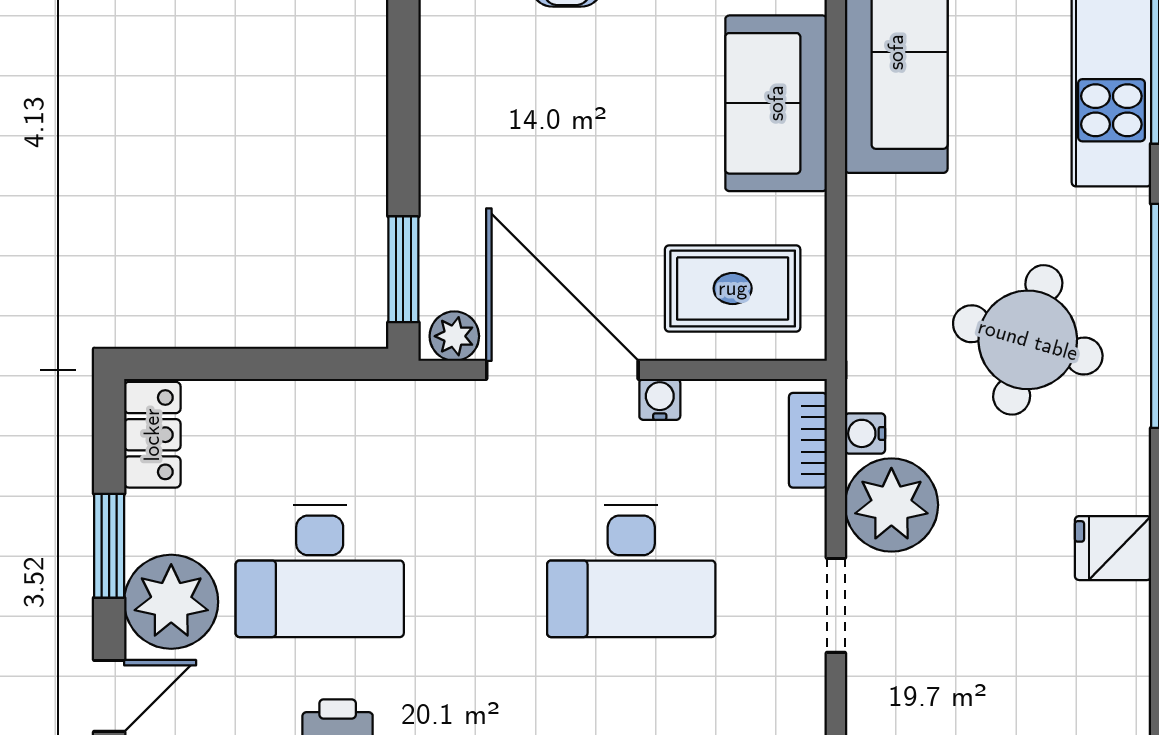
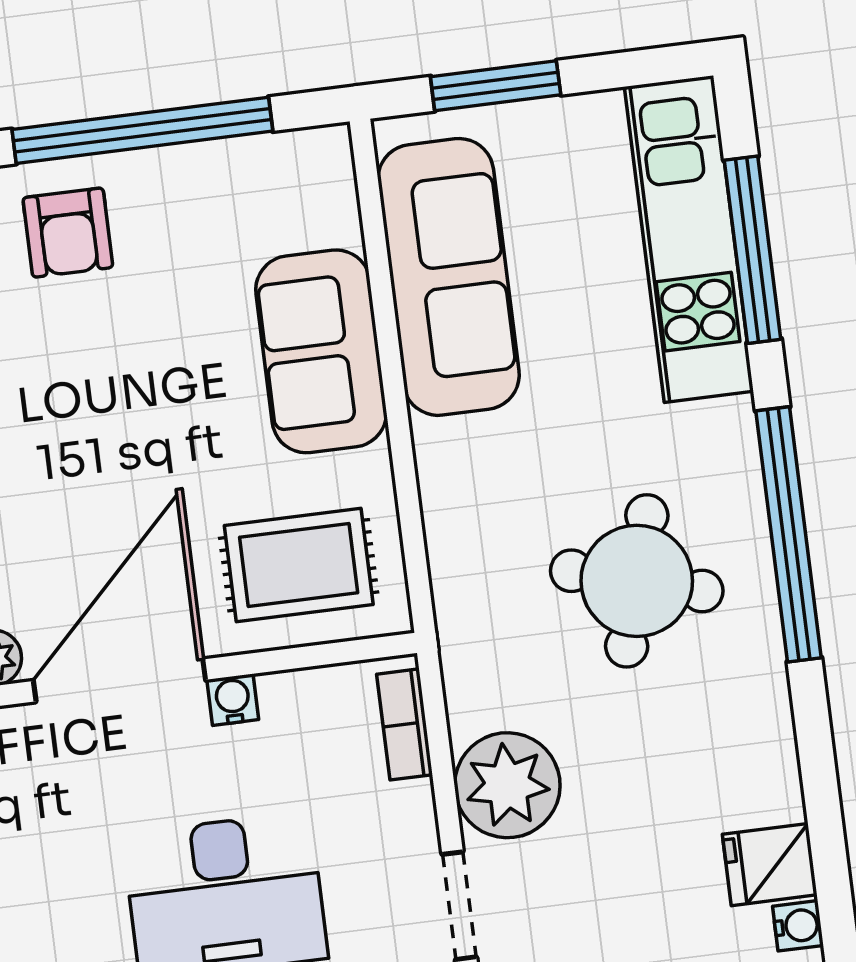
door: (562, 370) -> (119, 680), hinge flipped
water cooler: (865, 433) -> (798, 926), moved, turned 180
fridge: (1113, 548) -> (770, 865), moved

